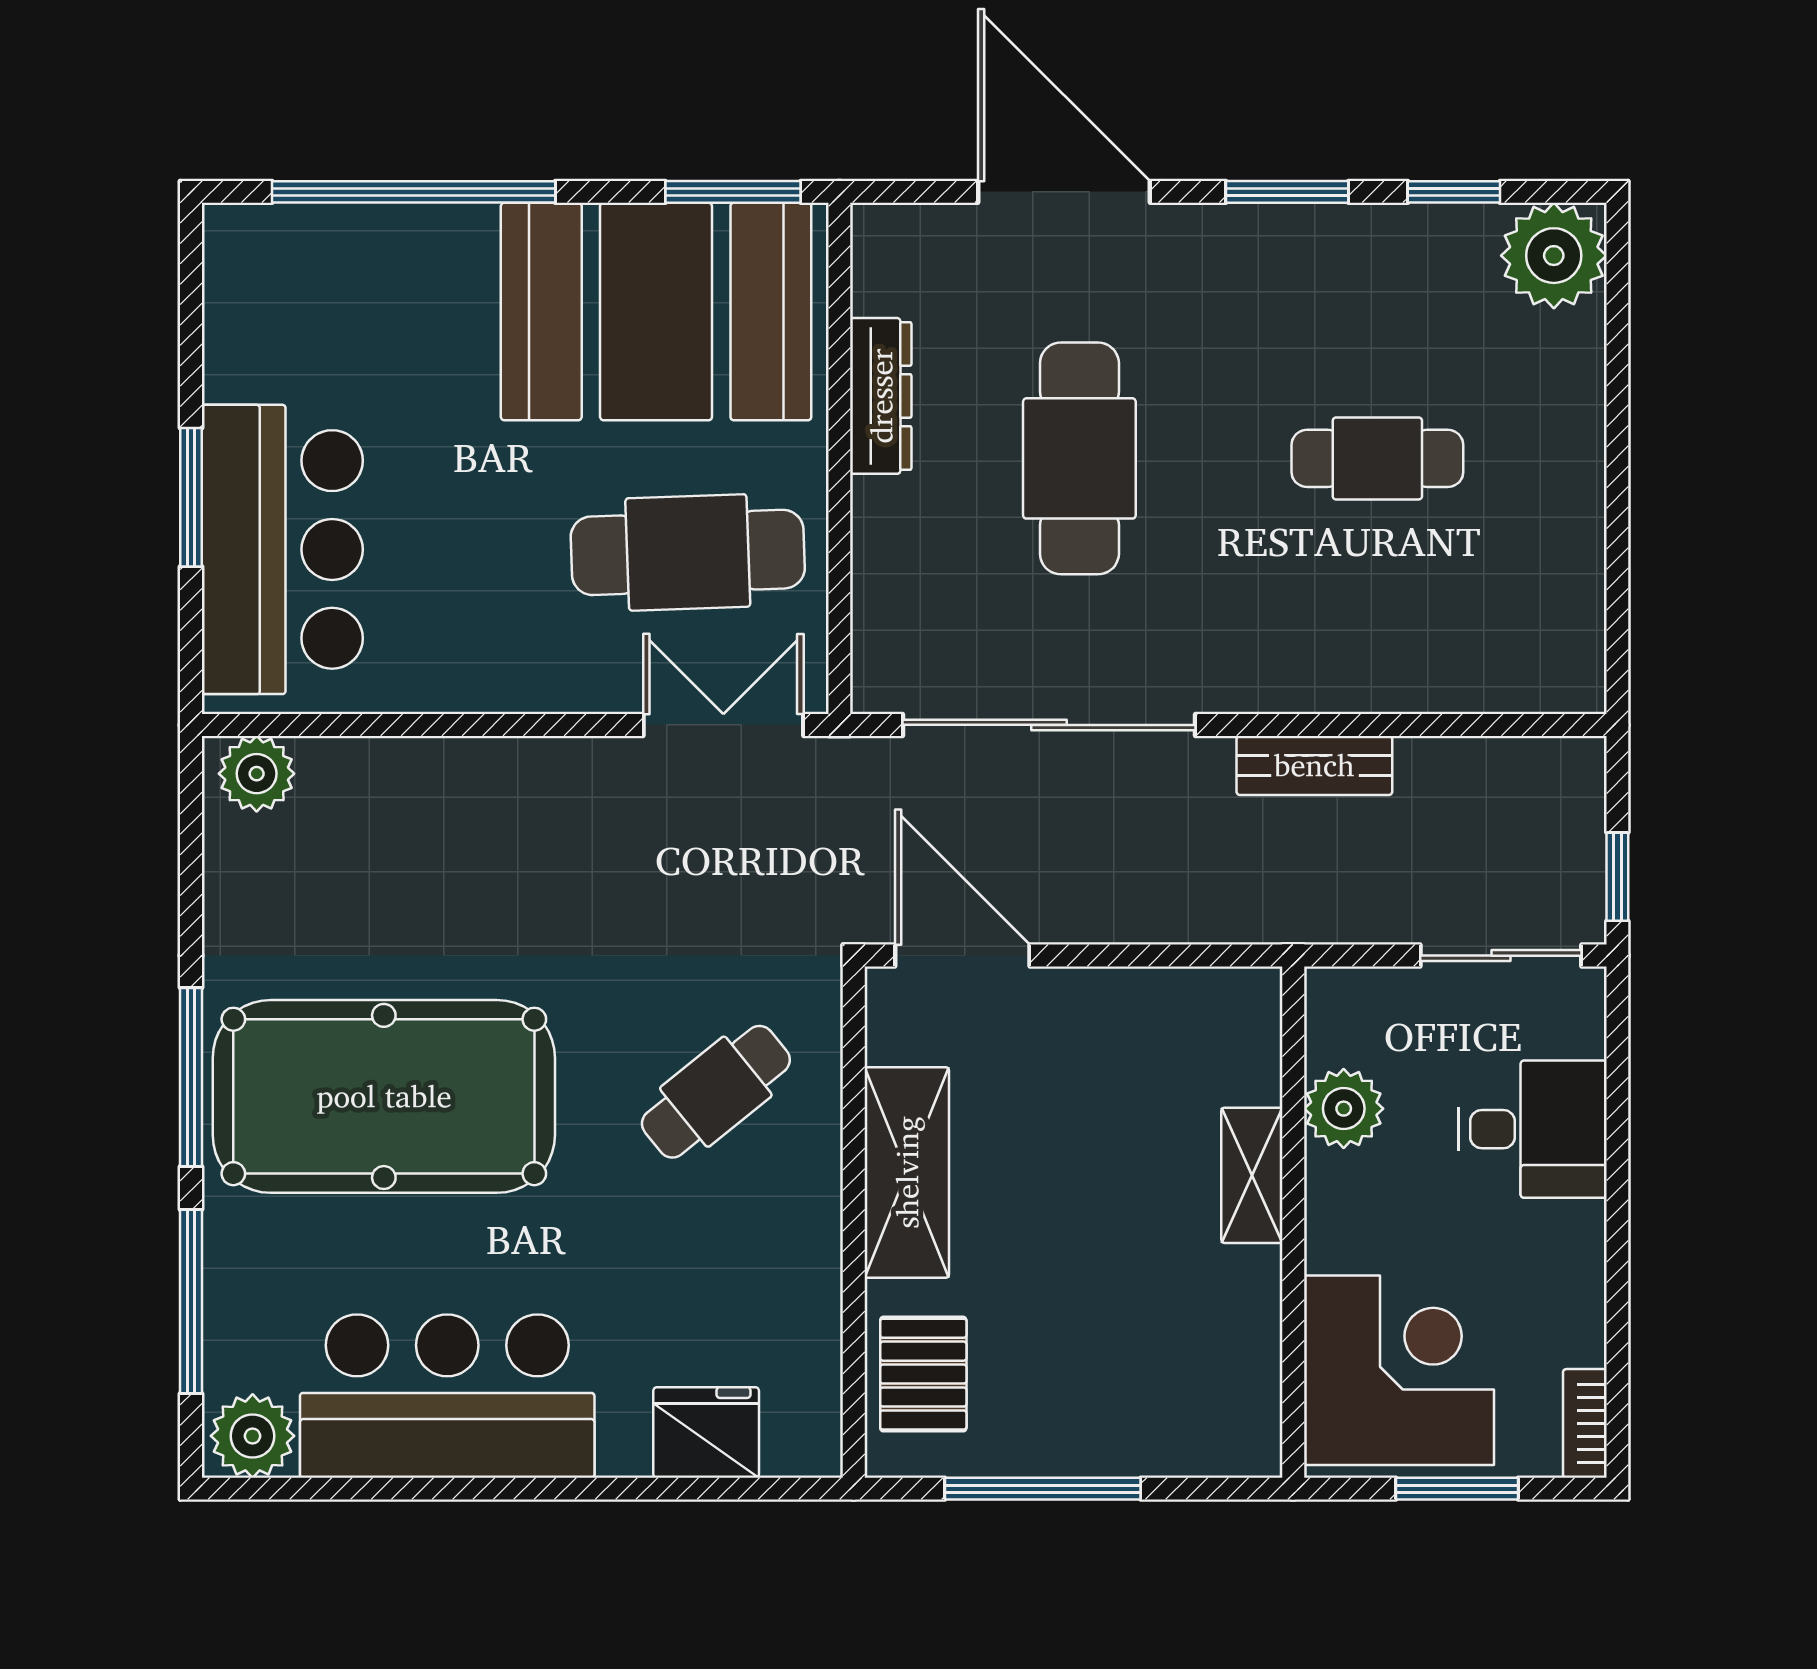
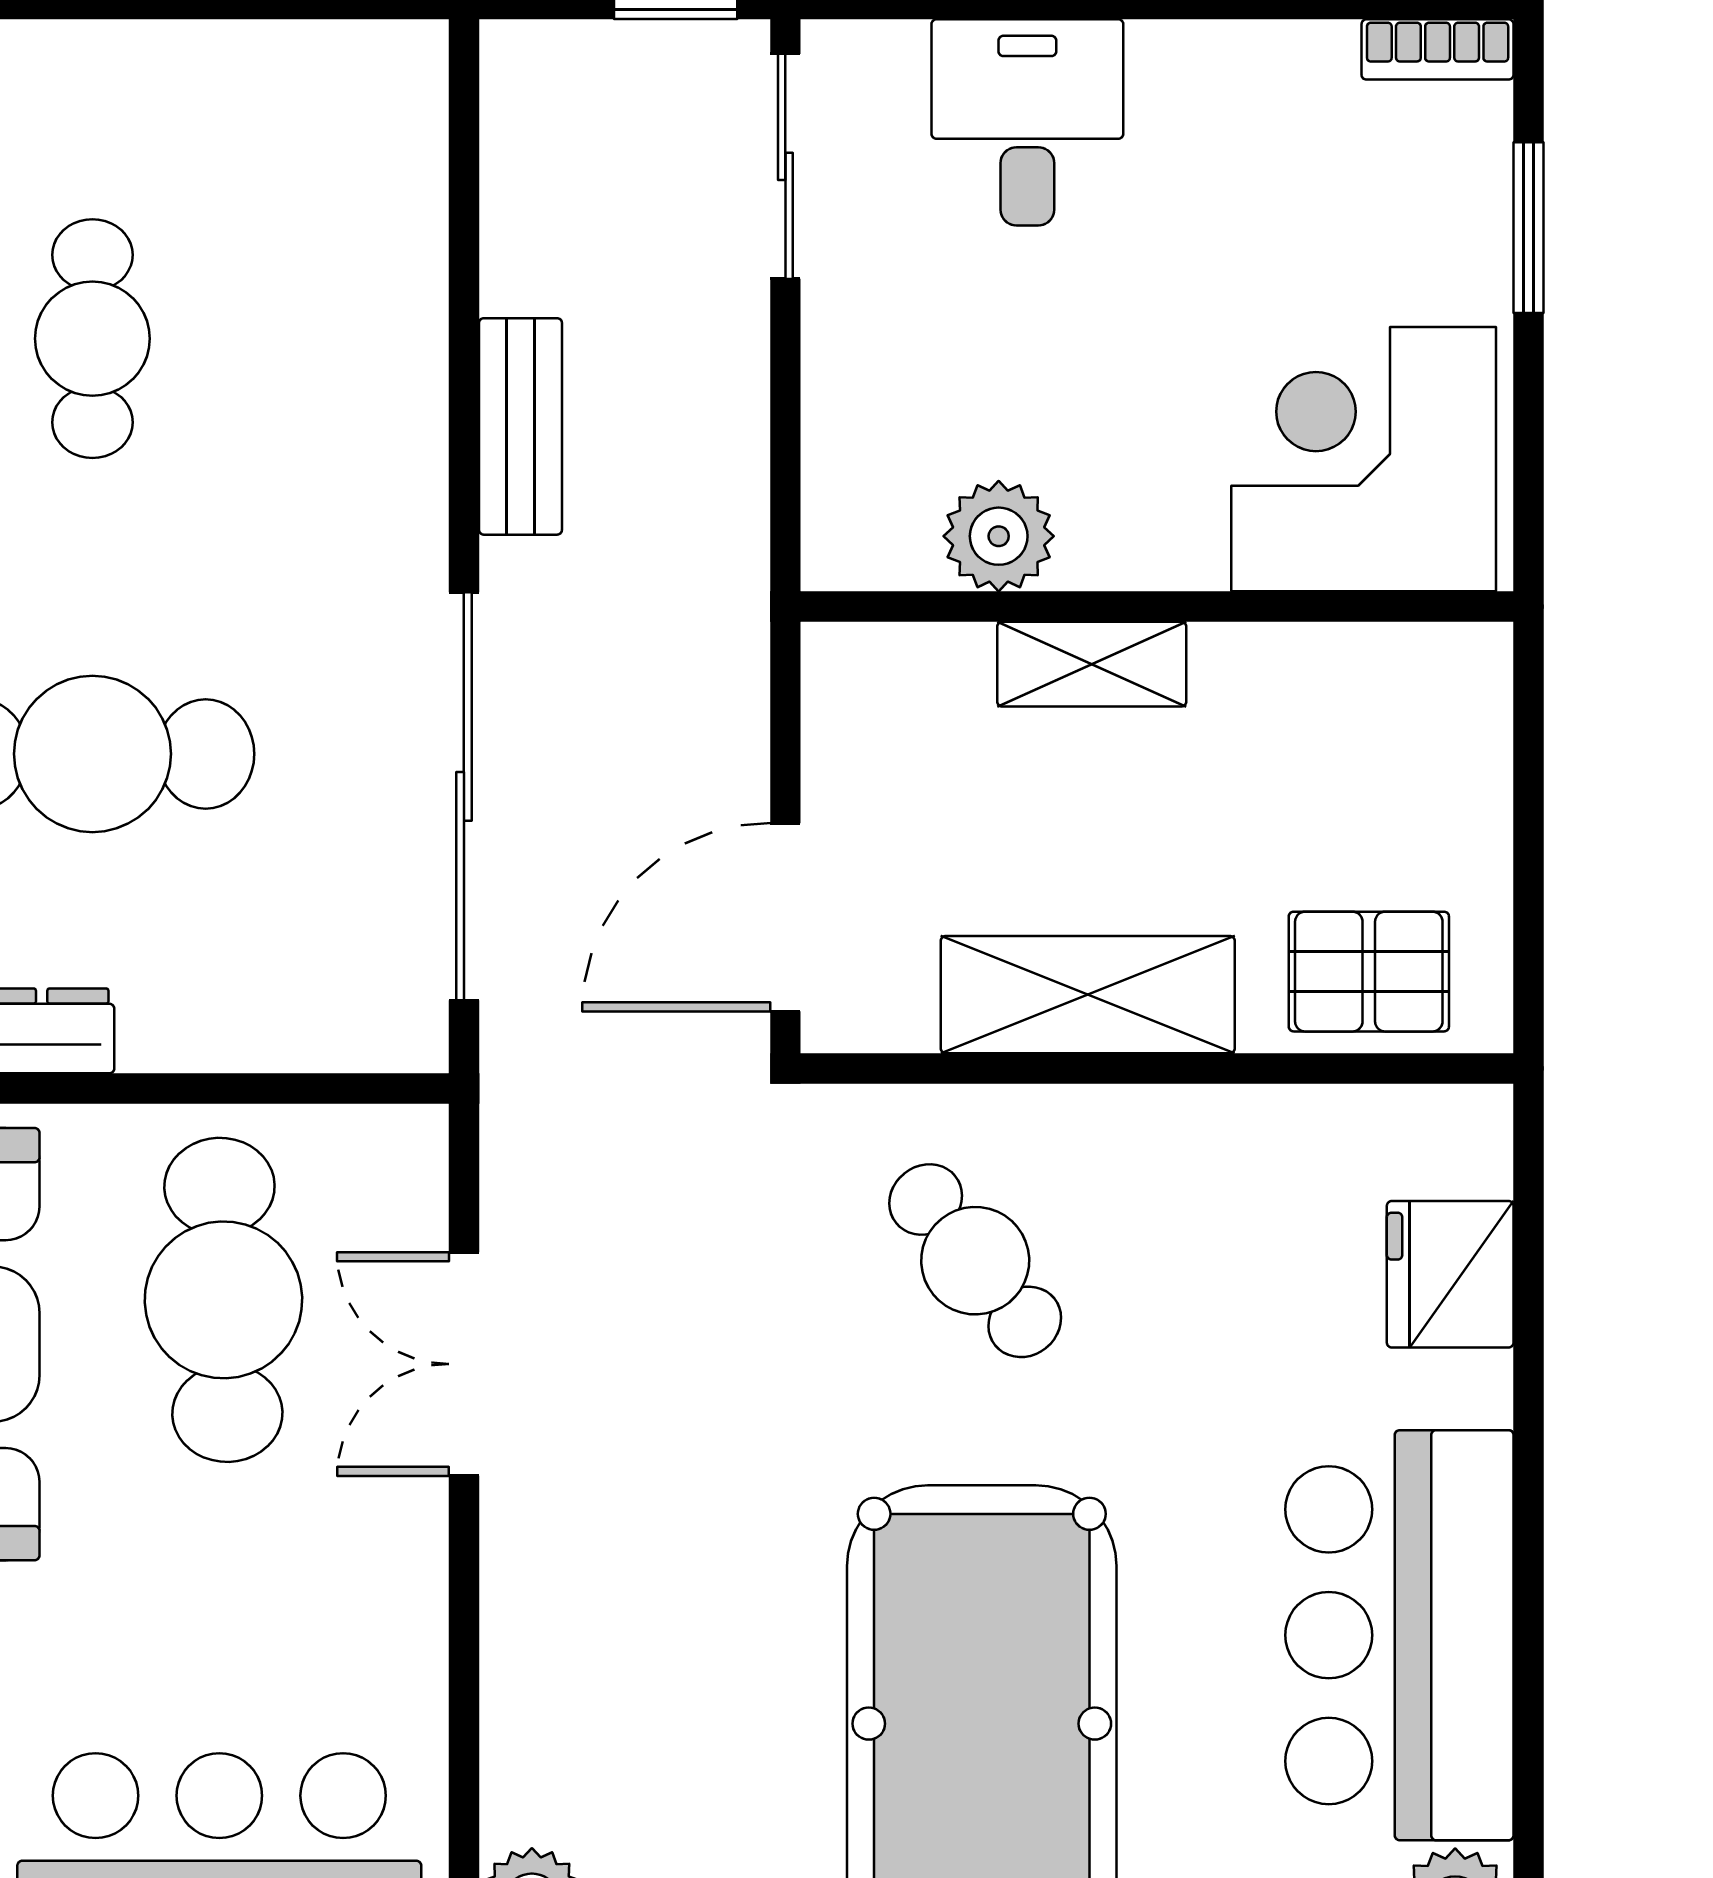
double door: (723, 725) -> (464, 1364), moved
plant: (1344, 1109) -> (999, 536), moved
shelving: (1252, 1175) -> (1092, 664), moved
wall: (1293, 1222) -> (1157, 607), moved
corner desk: (1399, 1370) -> (1364, 459), moved
window: (1043, 1489) -> (1528, 805), removed

